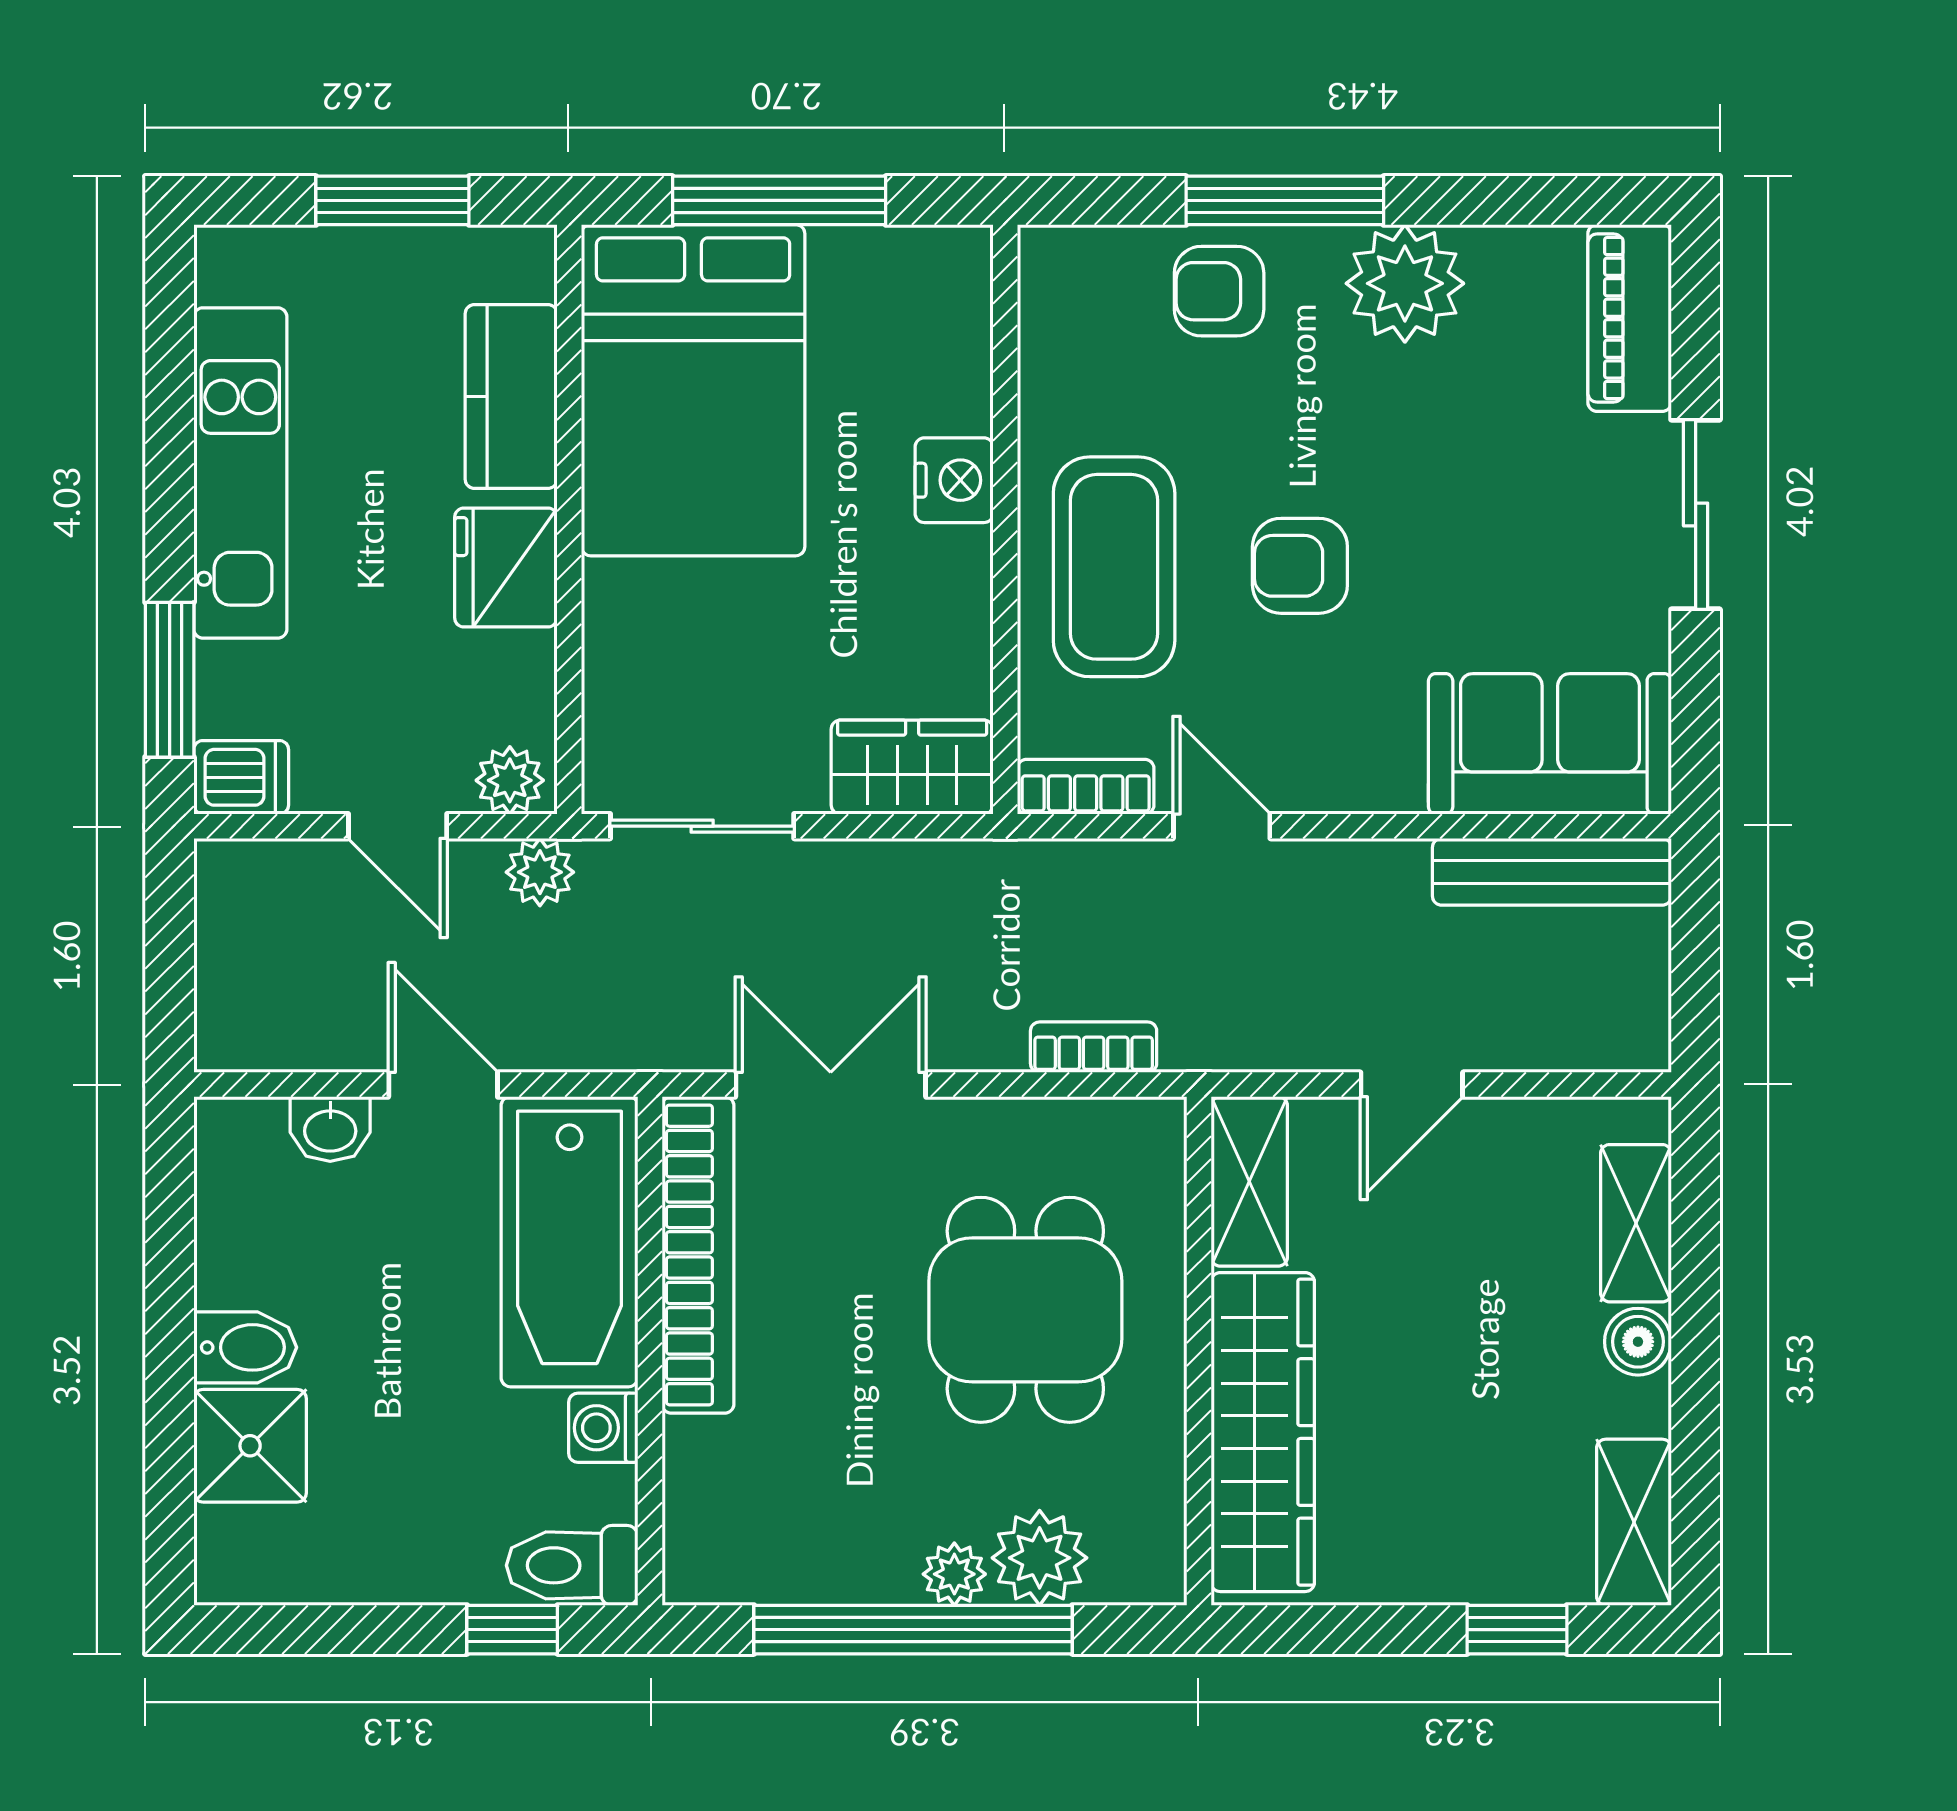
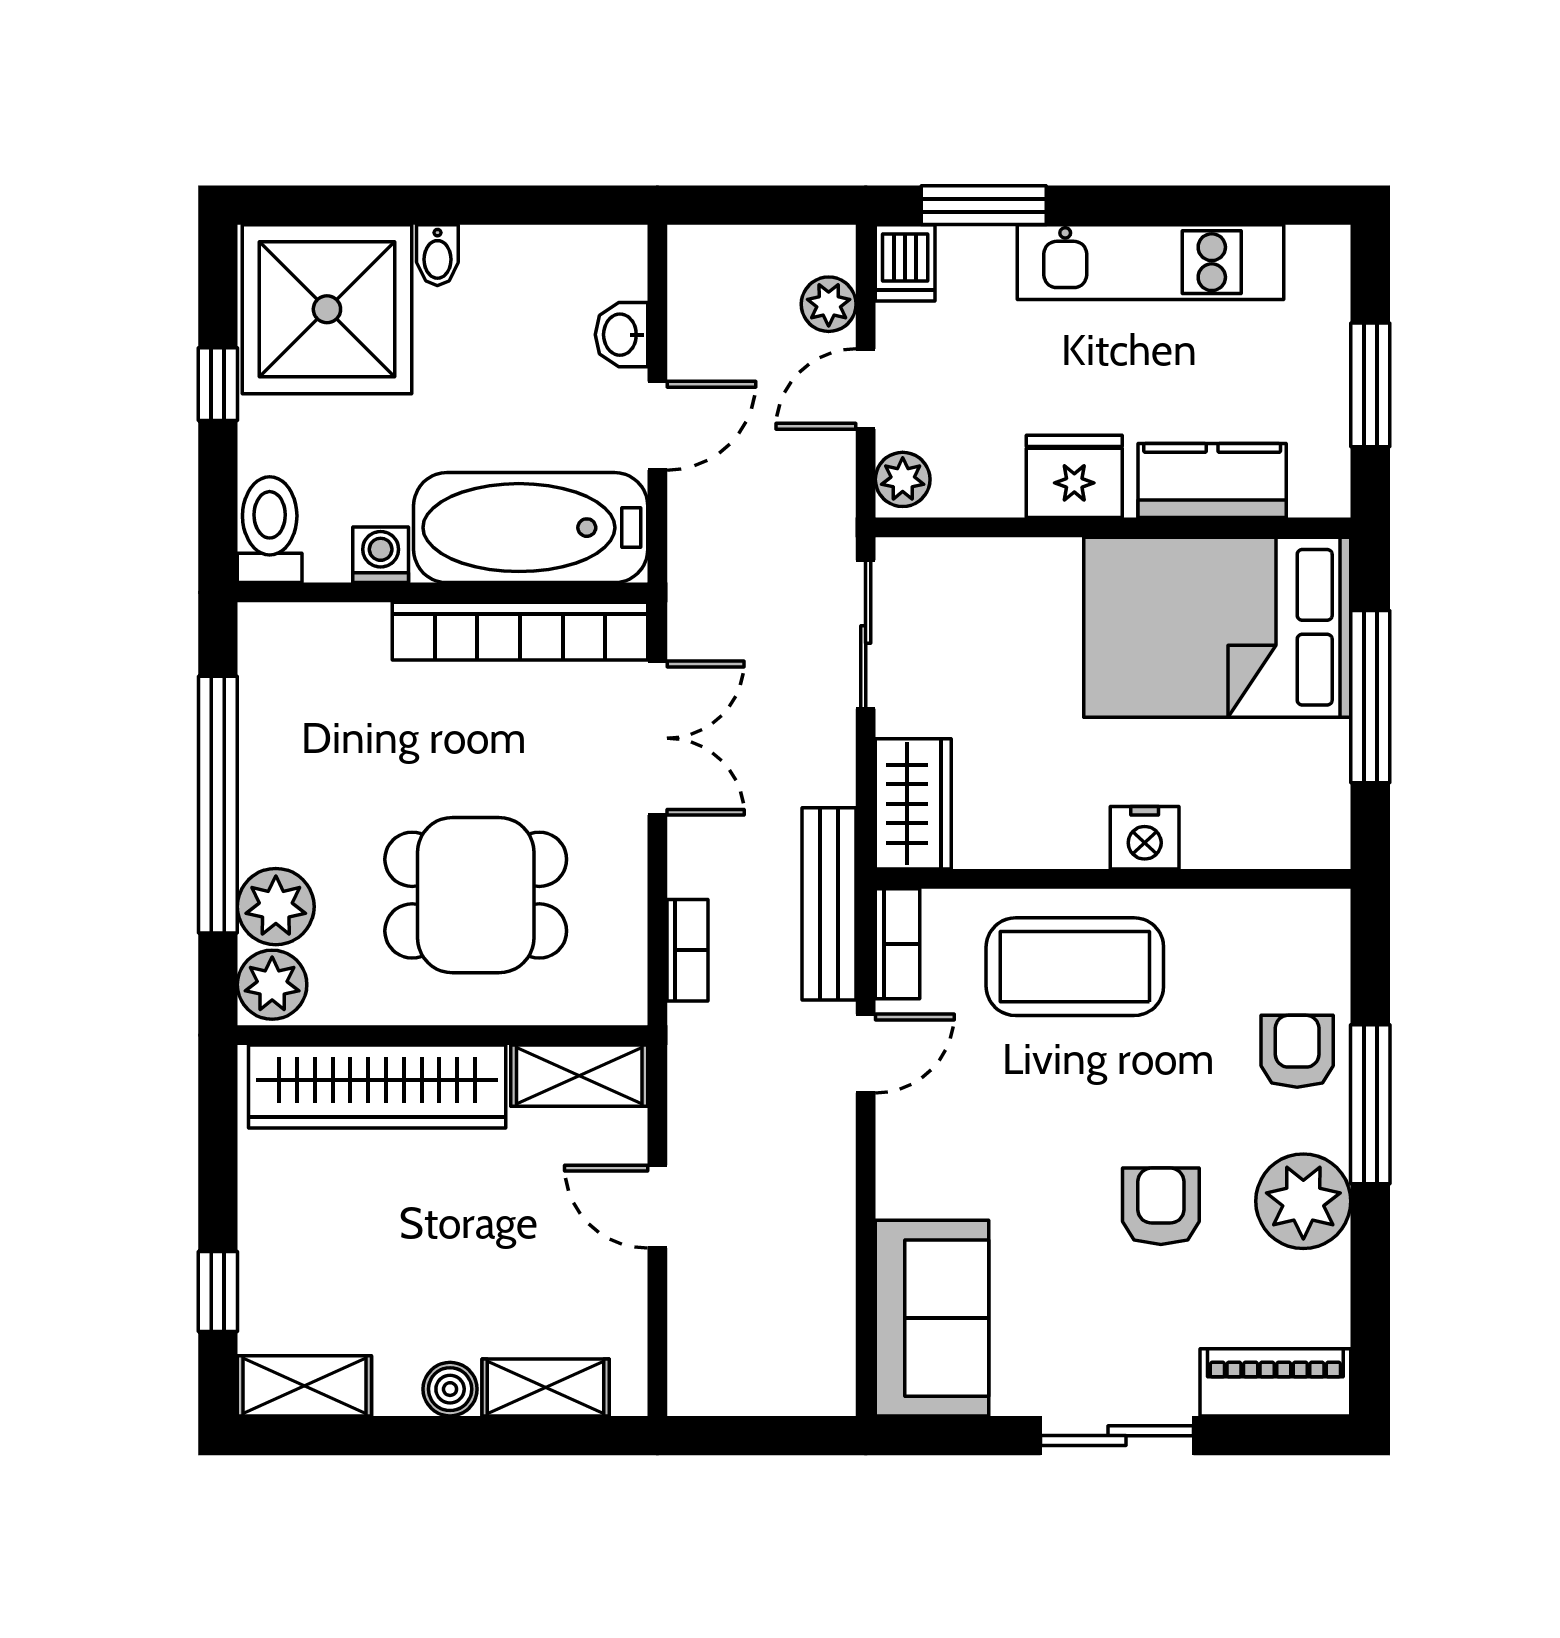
armchair: (1300, 566) -> (1161, 1206), moved
plant: (540, 872) -> (829, 304), moved
bench: (1552, 872) -> (829, 904), moved
bidet: (245, 1347) -> (437, 255), width x0.72, depth x0.74
shower: (250, 1446) -> (327, 309), width x1.86, depth x1.86
plant: (954, 1574) -> (272, 985), moved, width x1.38, depth x1.38
window: (512, 1630) -> (218, 384), moved

